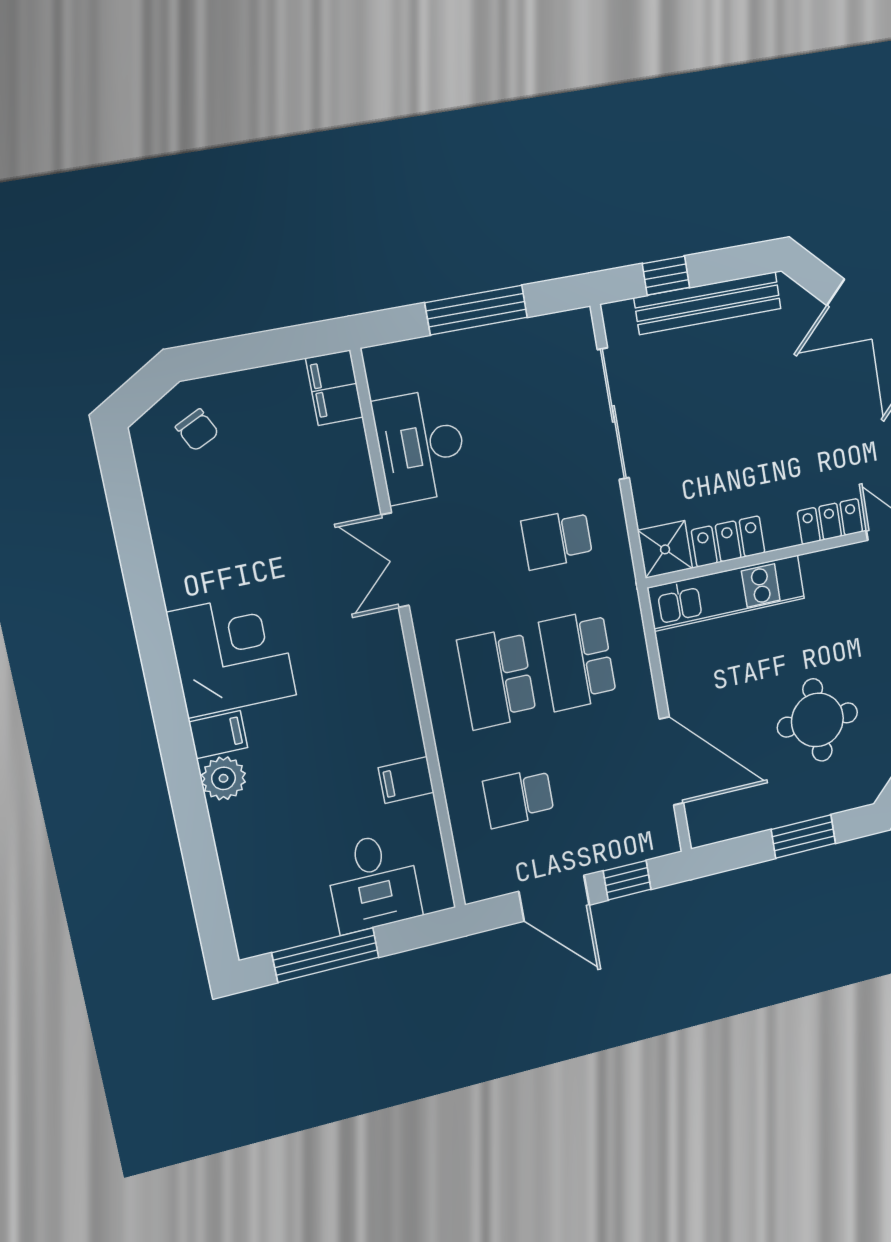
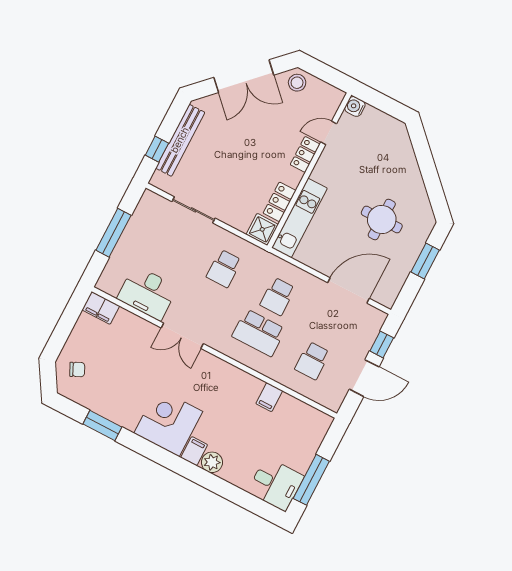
sliding door: (613, 414) -> (194, 210), width x0.73
window: (135, 549) -> (102, 425), added
school desk: (578, 660) -> (278, 296), width x0.54
desk: (374, 882) -> (276, 484), moved

